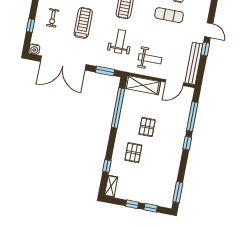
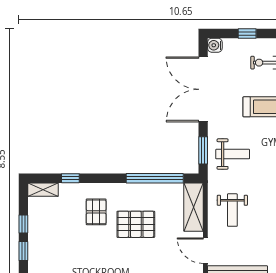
weight bench: (120, 42) -> (233, 154), moved
pallet: (147, 127) -> (136, 224), width x1.50, depth x1.42
pallet: (133, 153) -> (96, 212), turned 90

